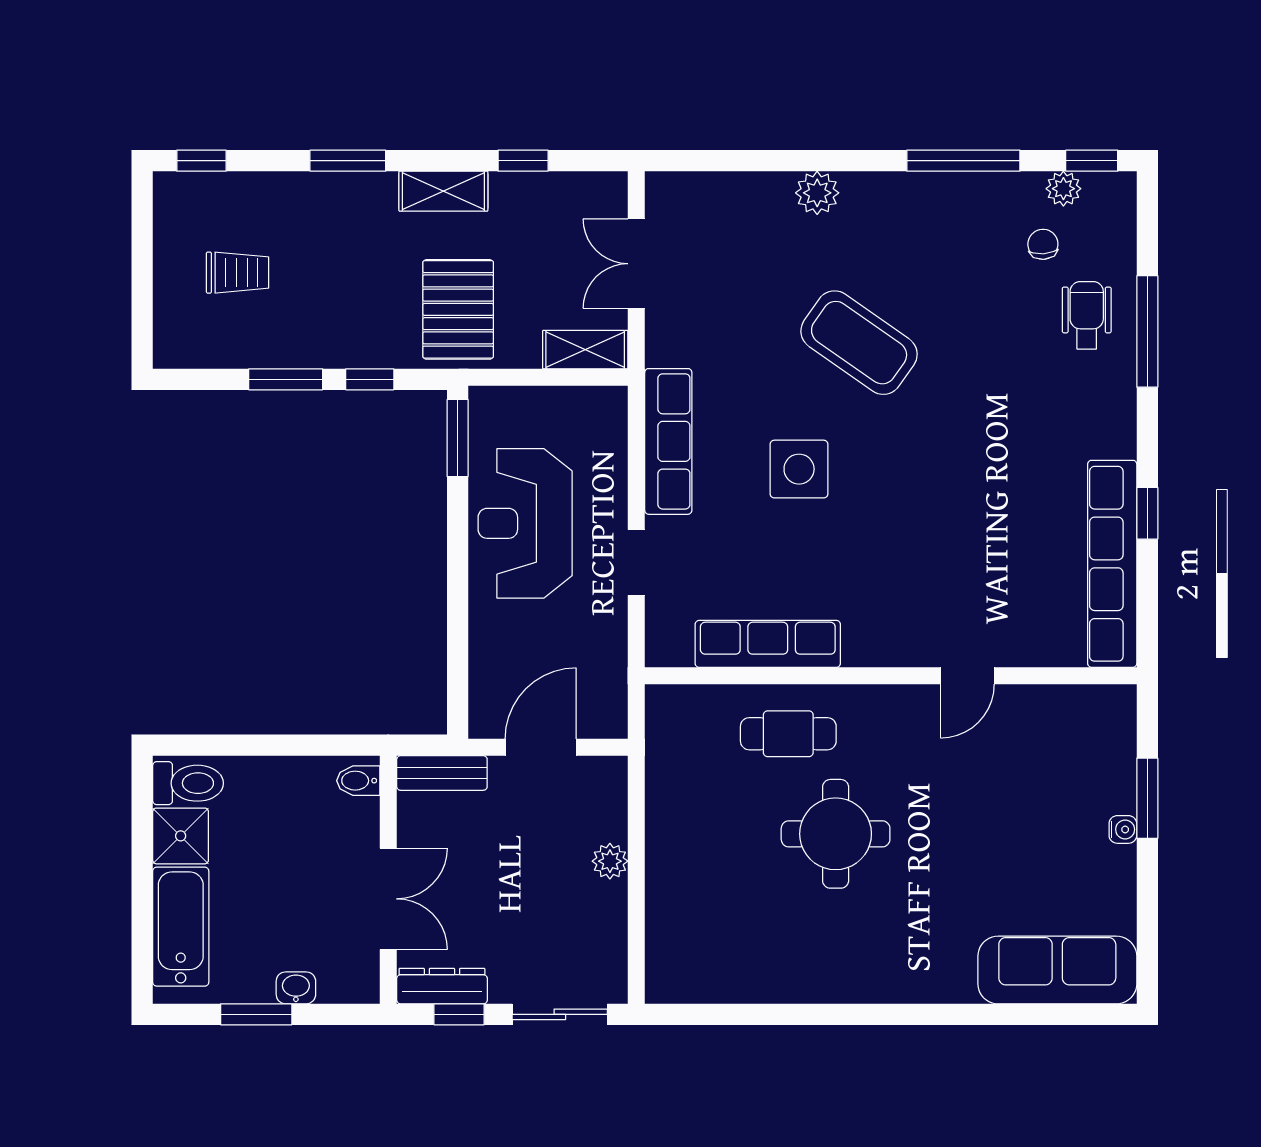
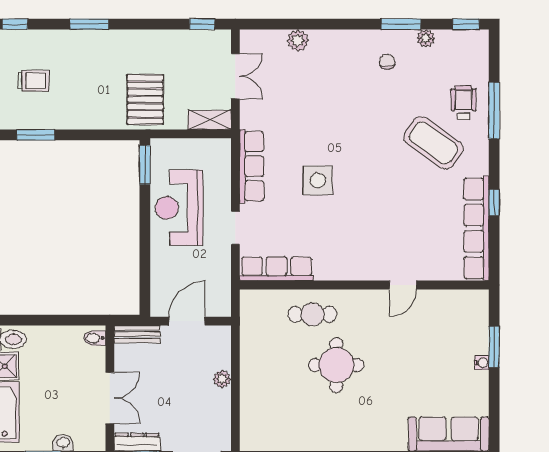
window: (523, 161) -> (202, 24), moved
window: (963, 161) -> (401, 24), width x0.69
plant: (1063, 189) -> (426, 38), moved
shelving: (443, 191) -> (138, 40), removed
plant: (817, 193) -> (298, 40), moved
chair: (1043, 244) -> (387, 62), moved
double door: (636, 264) -> (235, 76), swing flipped
coffee table: (859, 343) -> (433, 143), moved
window: (286, 379) -> (36, 135), moved
window: (370, 379) -> (100, 135), removed
row of seats: (768, 644) -> (276, 269), moved

